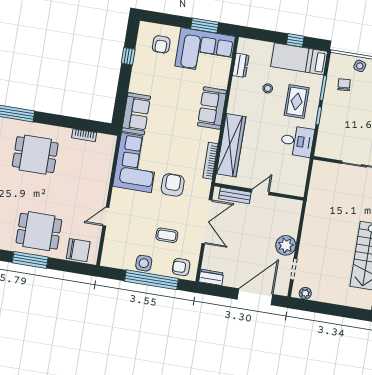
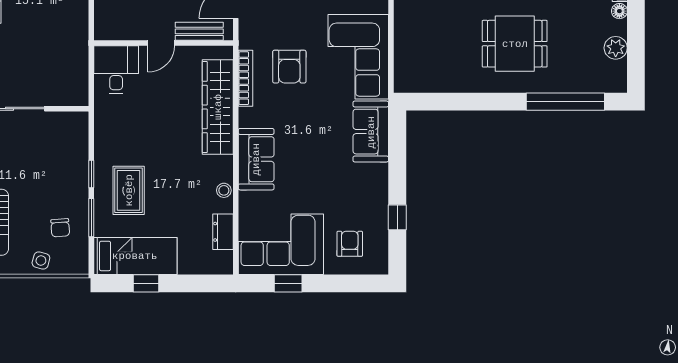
window: (205, 26) -> (288, 283), width x0.67
stool: (268, 88) -> (224, 190), moved
bookcase: (84, 135) -> (445, 86), removed
desk: (297, 141) -> (116, 70), moved, turned 90
armchair: (173, 185) -> (289, 67), moved

